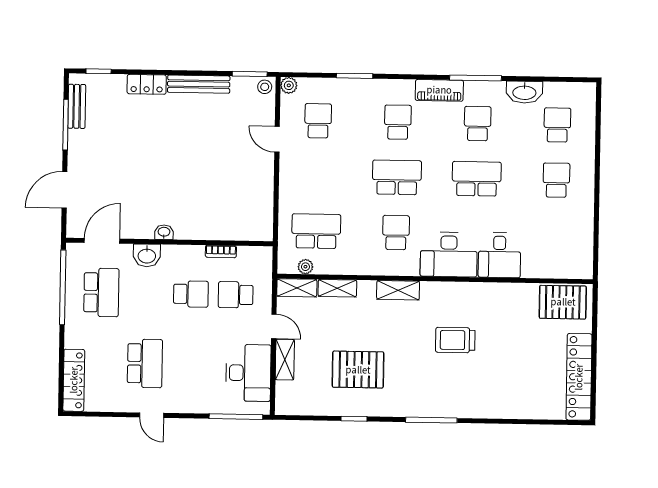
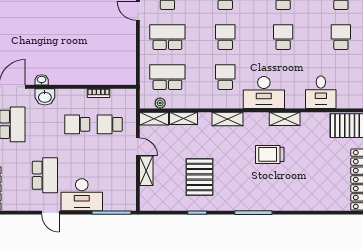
school desk: (317, 176) -> (167, 37), added
school desk: (397, 177) -> (225, 37), width x0.54
school desk: (477, 179) -> (283, 37), width x0.54
washbasin: (164, 232) -> (42, 80), moved
desk: (499, 255) -> (321, 92), moved
shelving: (477, 291) -> (285, 119), added
school desk: (191, 294) -> (77, 124), turned 180
pallet: (358, 370) -> (199, 177), turned 90
desk: (248, 373) -> (82, 195), moved, turned 90

